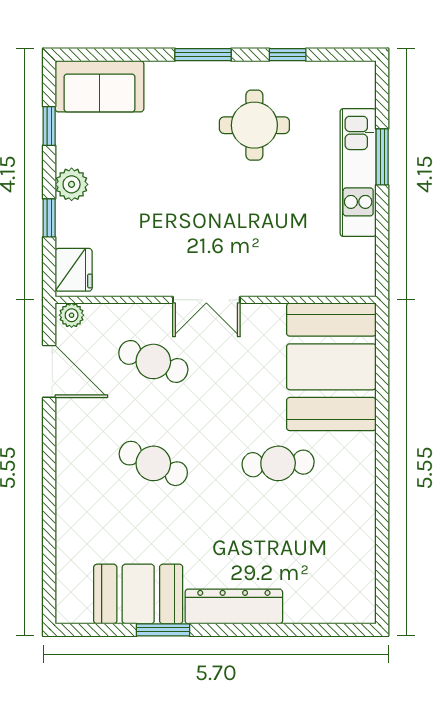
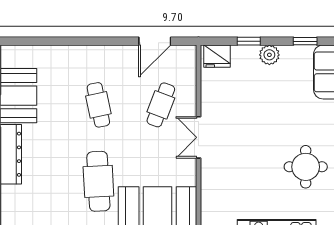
plant: (72, 315) -> (189, 55), removed
cafe table: (153, 463) -> (98, 105), turned -36
cafe table: (278, 463) -> (98, 181), width x1.37, depth x1.35

